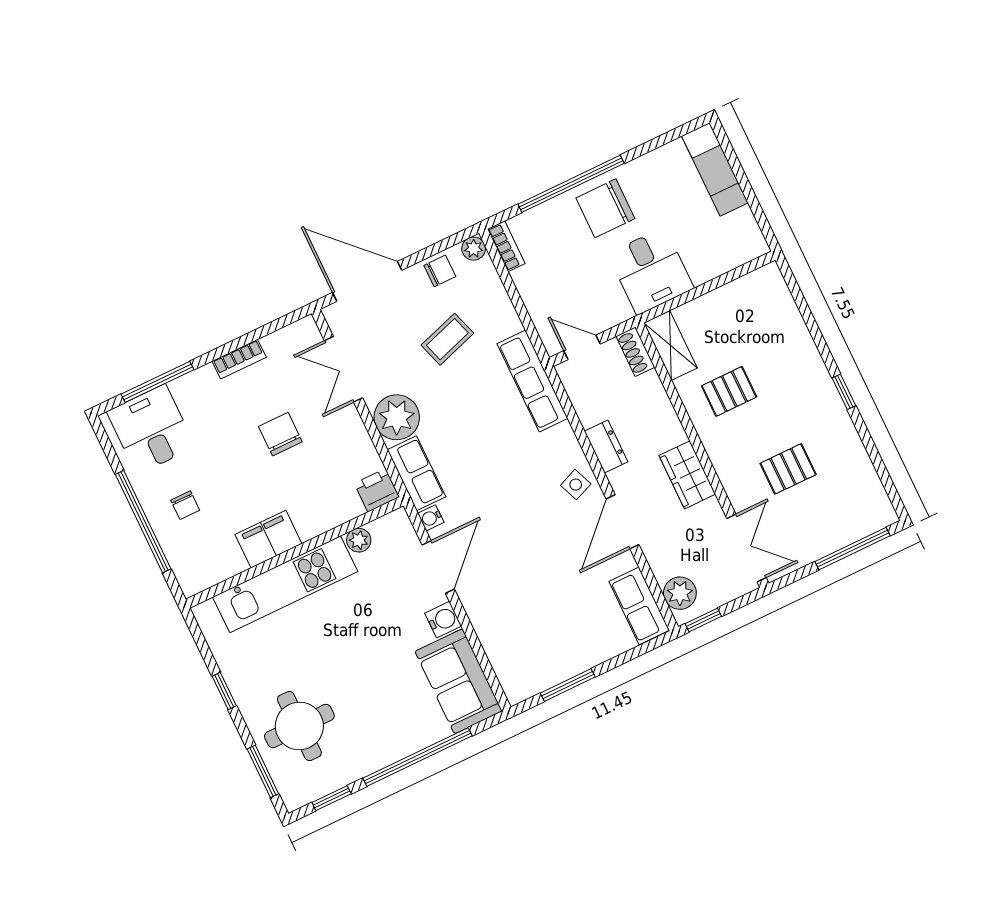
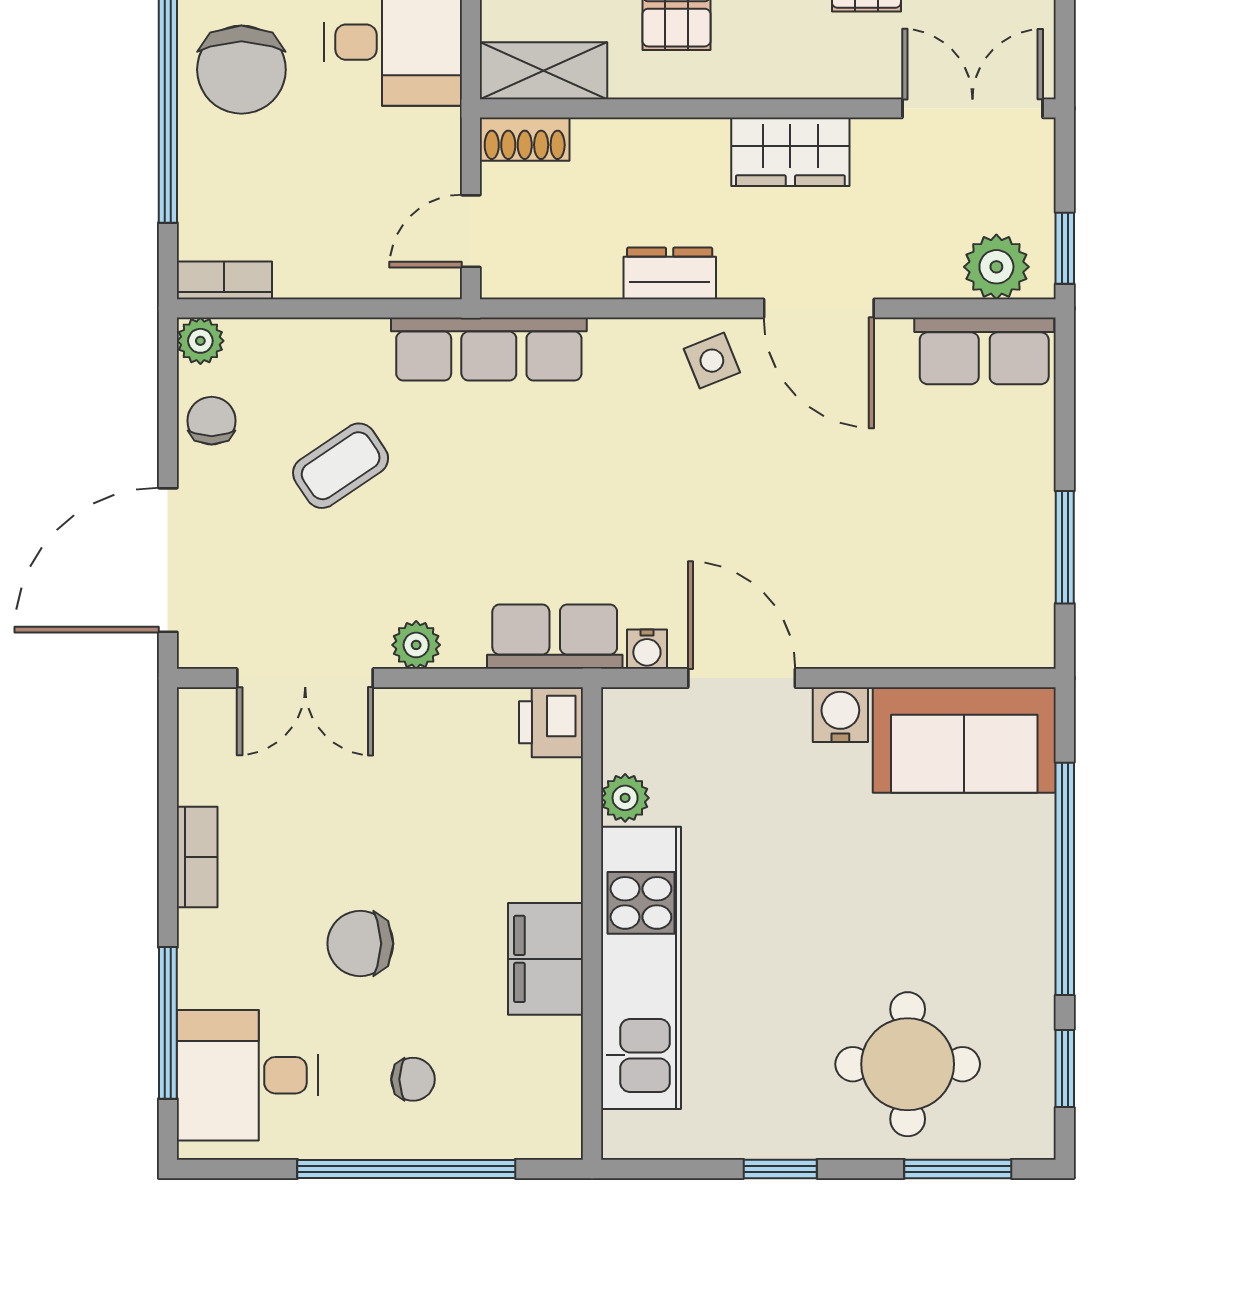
coffee table: (447, 339) -> (341, 466), turned 74
plant: (397, 417) -> (416, 645), width x0.53, depth x0.53
chair: (280, 434) -> (360, 944), moved

